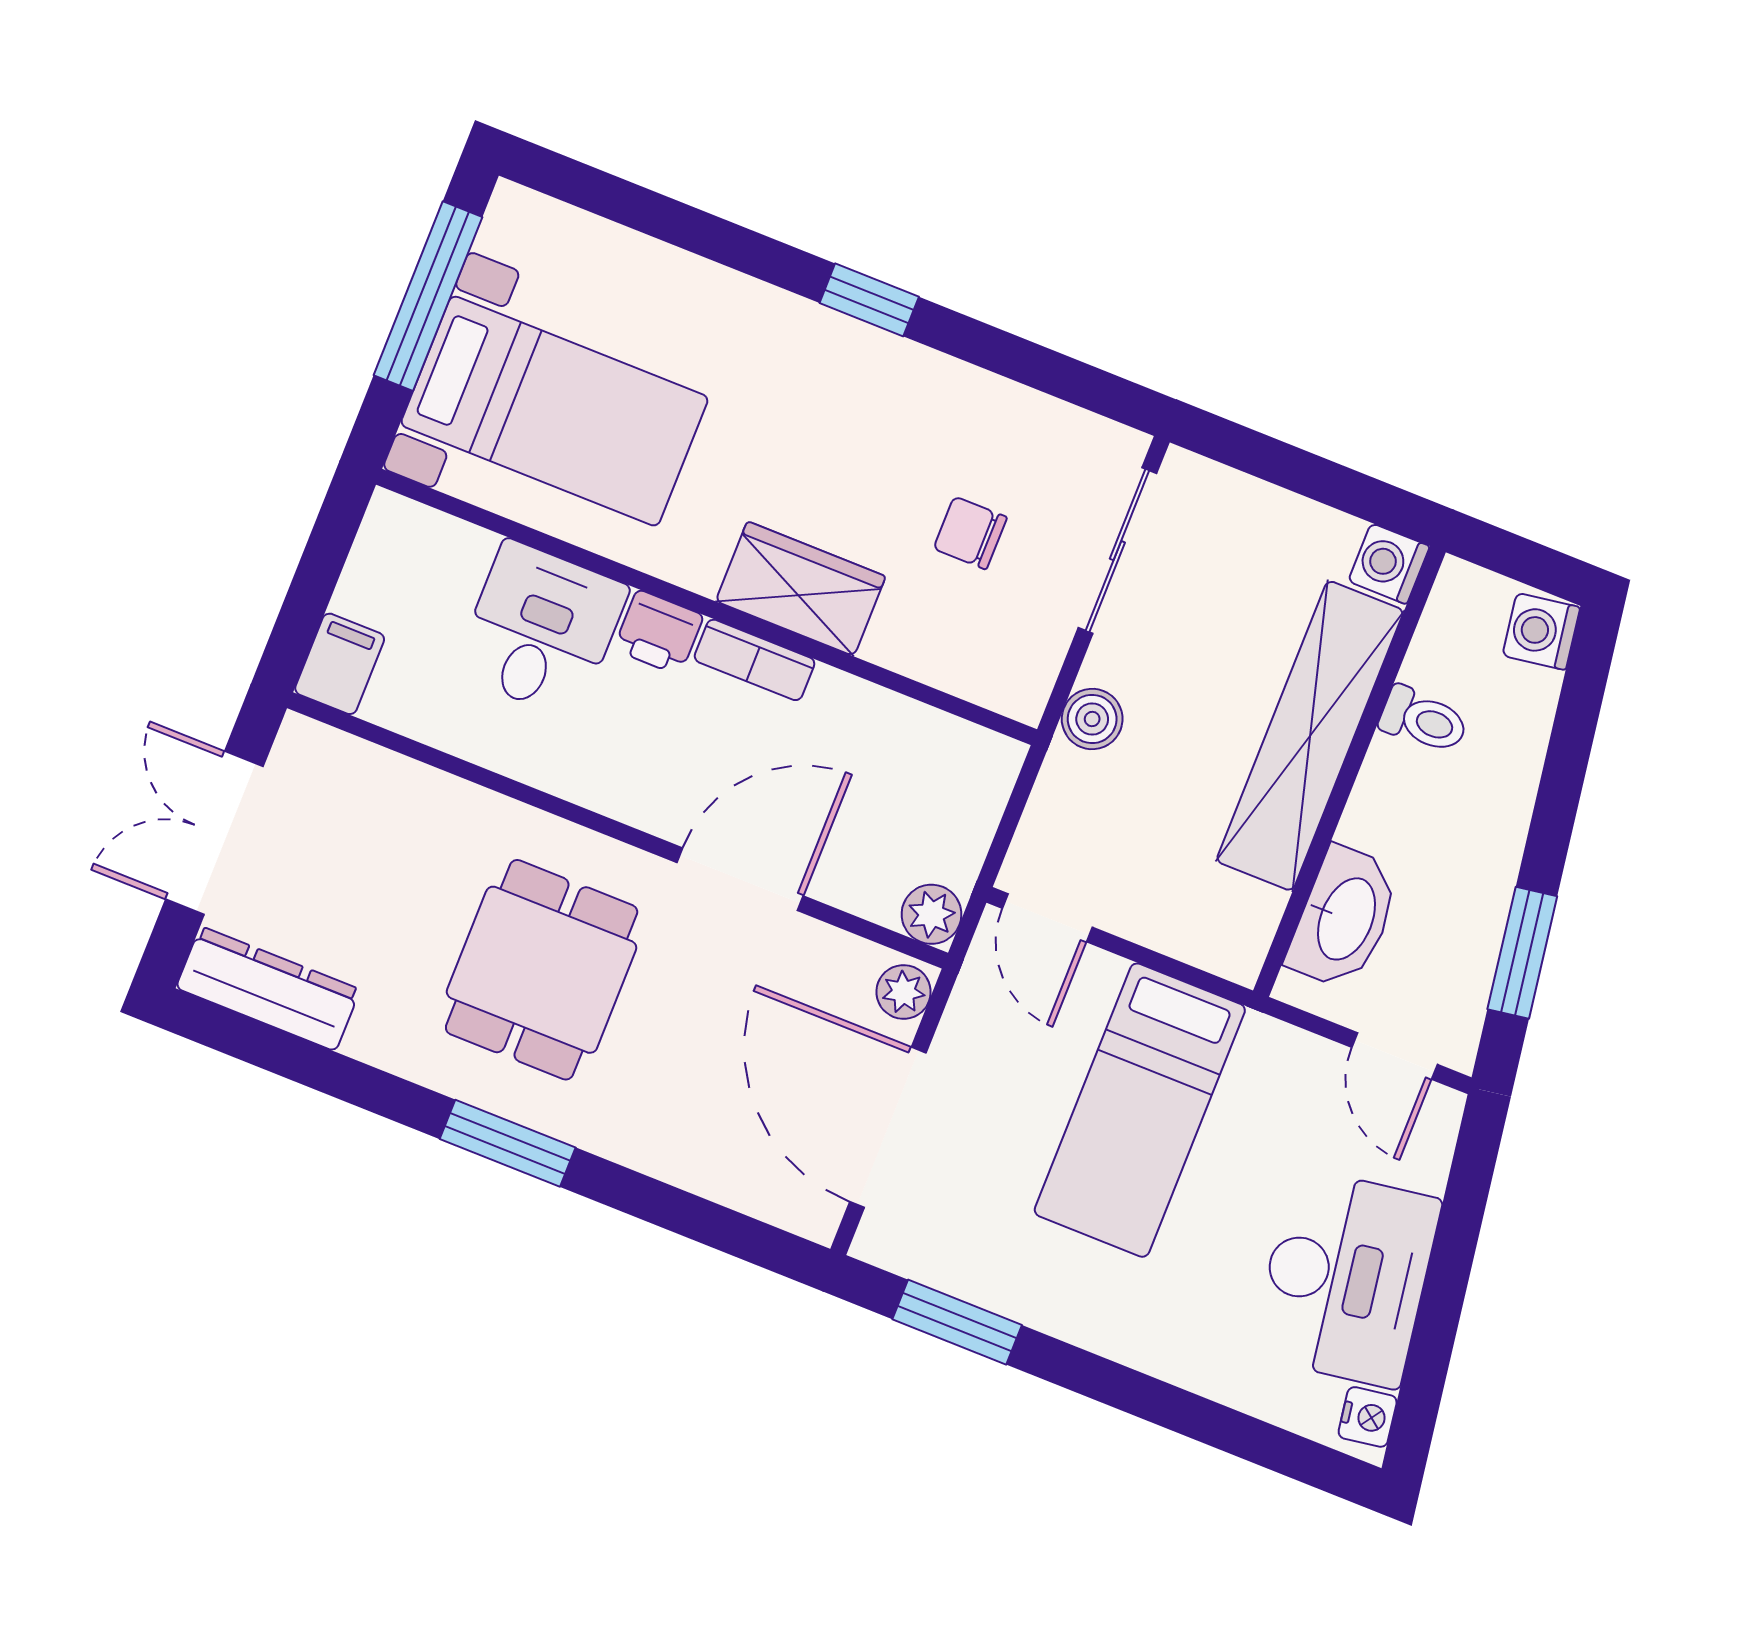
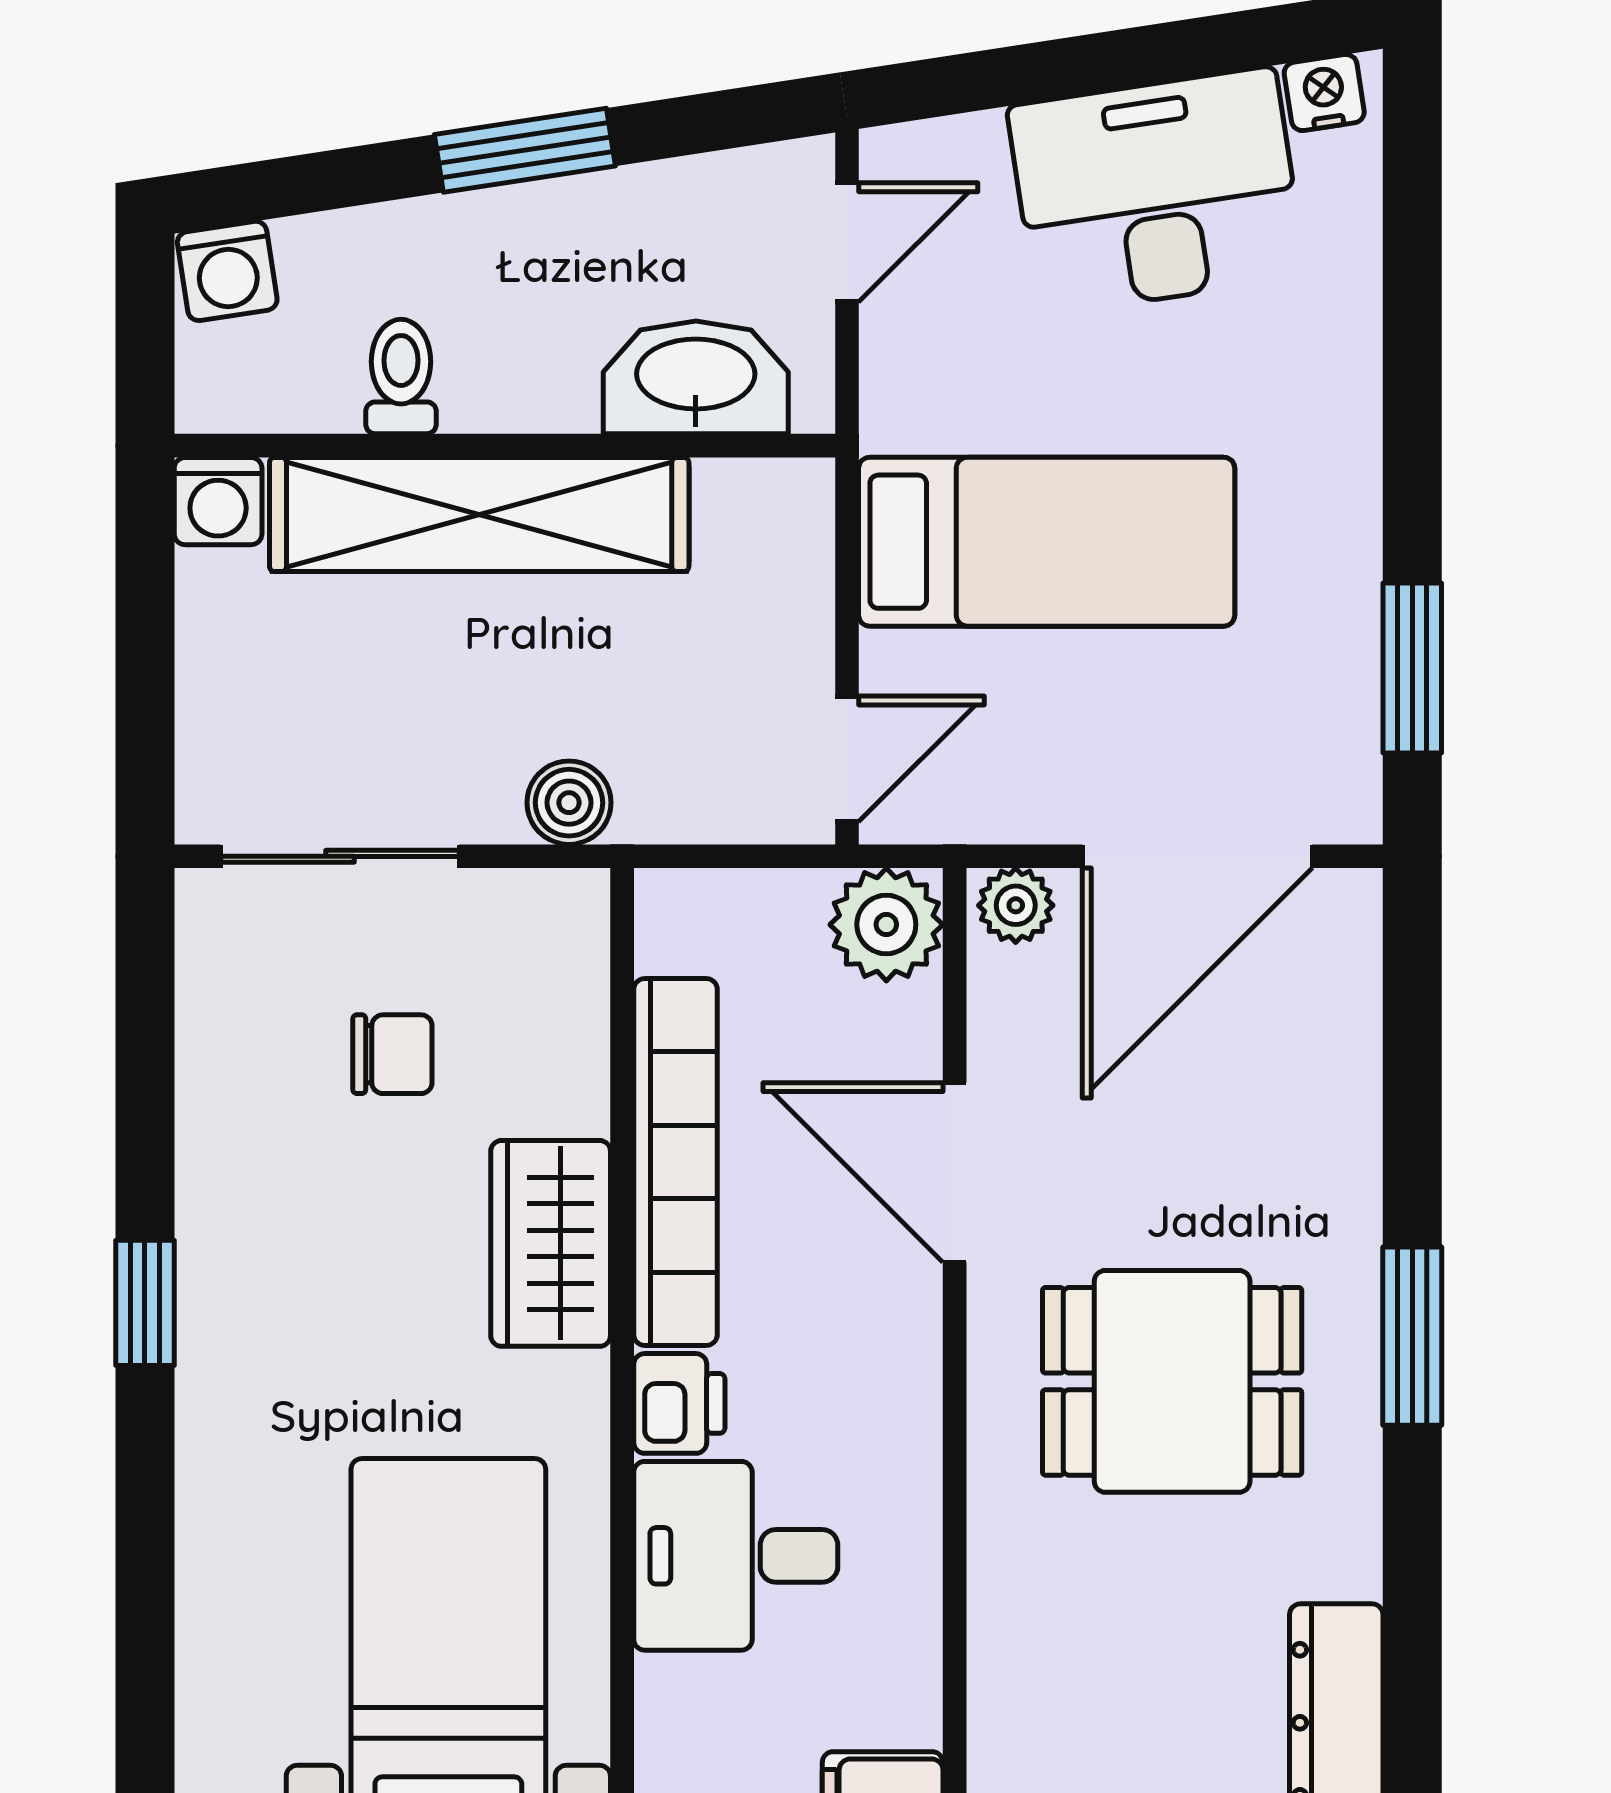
chair: (970, 533) -> (392, 1054), turned -90
bookcase: (755, 660) -> (676, 1162), width x2.31, depth x1.31
plant: (931, 914) -> (886, 925), width x1.38, depth x1.38
window: (1522, 953) -> (525, 150), moved

